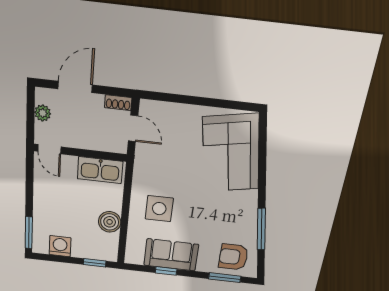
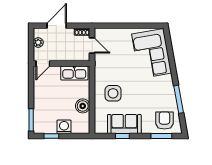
door: (49, 149) -> (43, 64), hinge flipped
washing machine: (60, 246) -> (64, 127), moved
armchair: (233, 257) -> (164, 120), turned 90
window: (95, 263) -> (51, 136), moved

